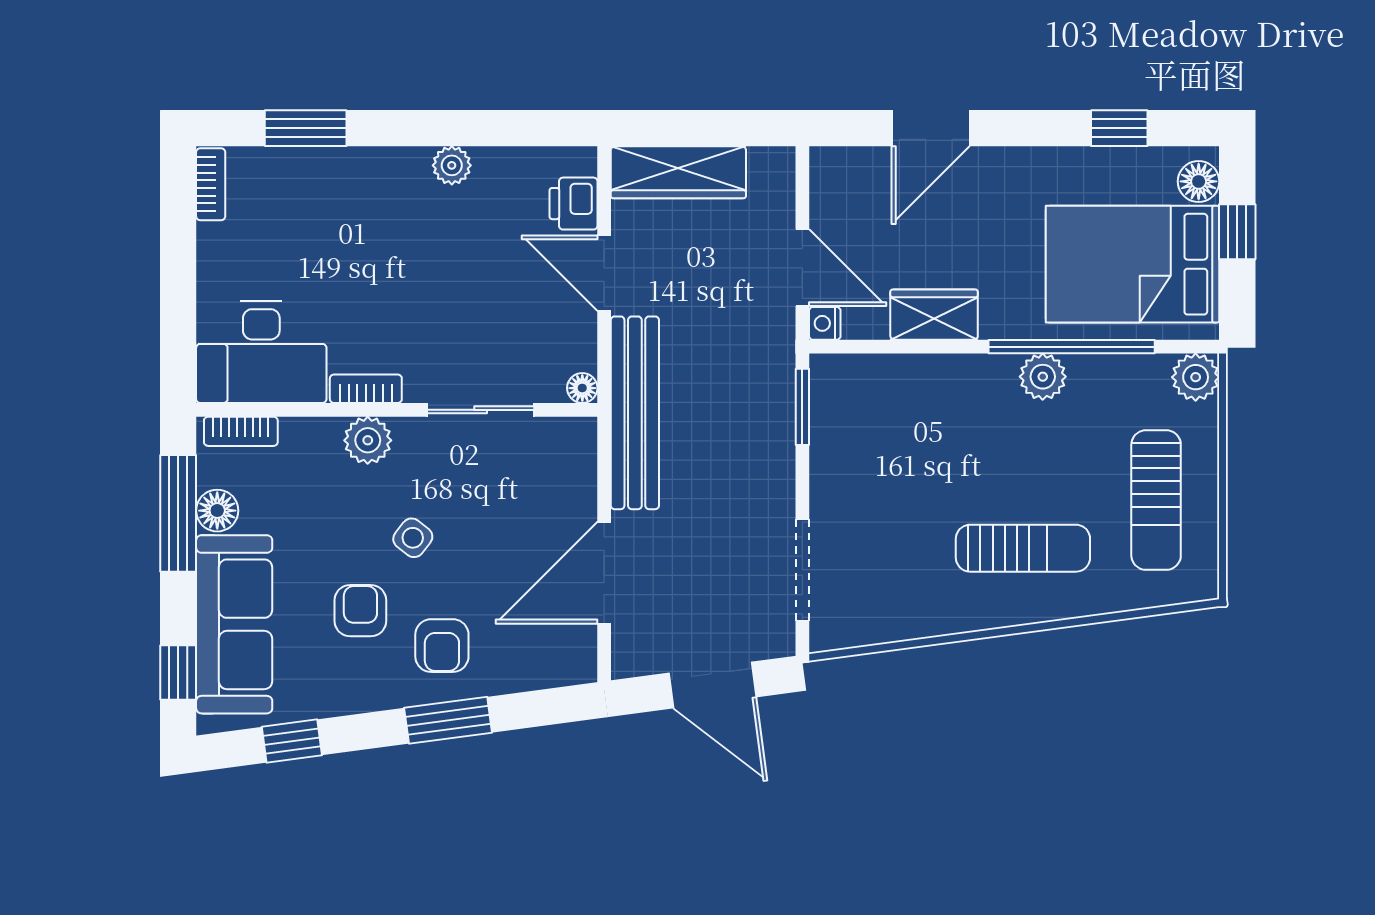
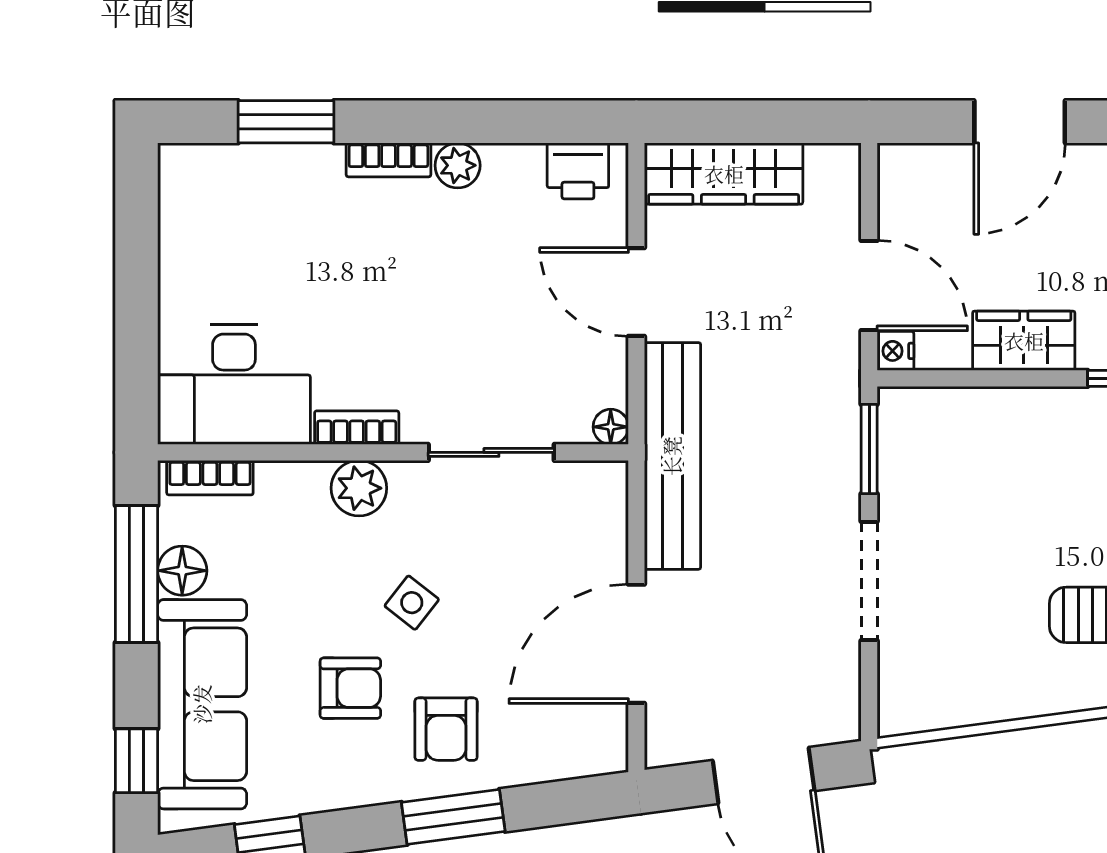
bookcase: (211, 184) -> (388, 160), moved, turned 90
printer: (573, 204) -> (578, 171), moved, turned -90
doorway: (802, 570) -> (869, 581), moved
armchair: (360, 611) -> (350, 688), turned 90

